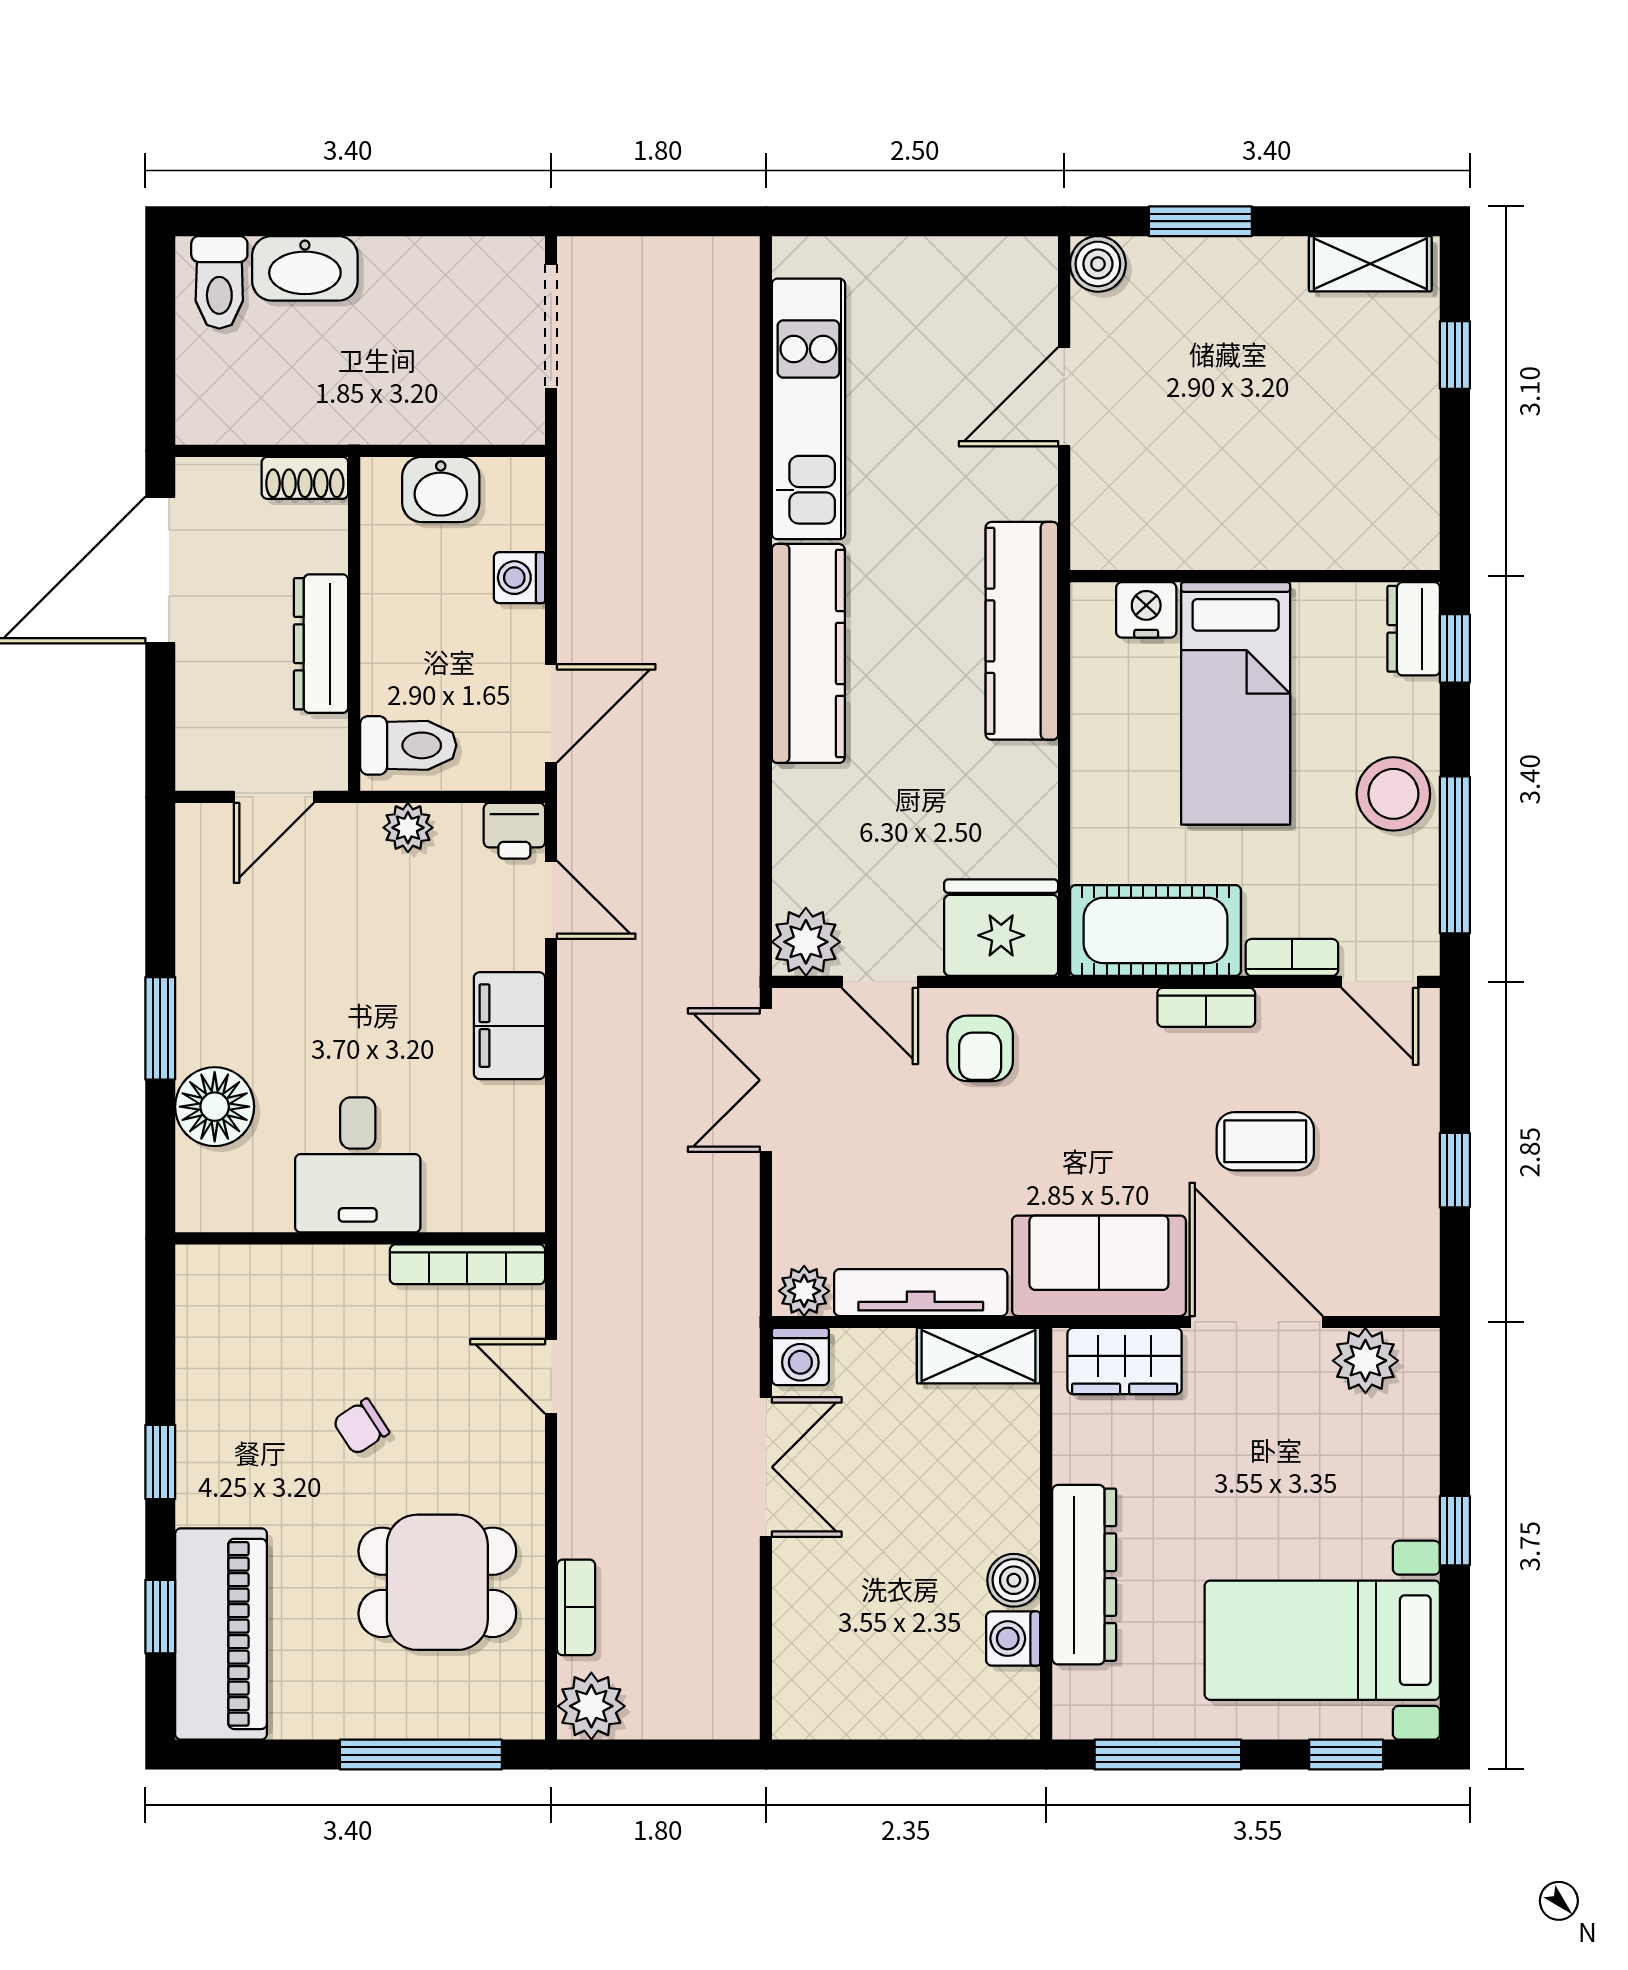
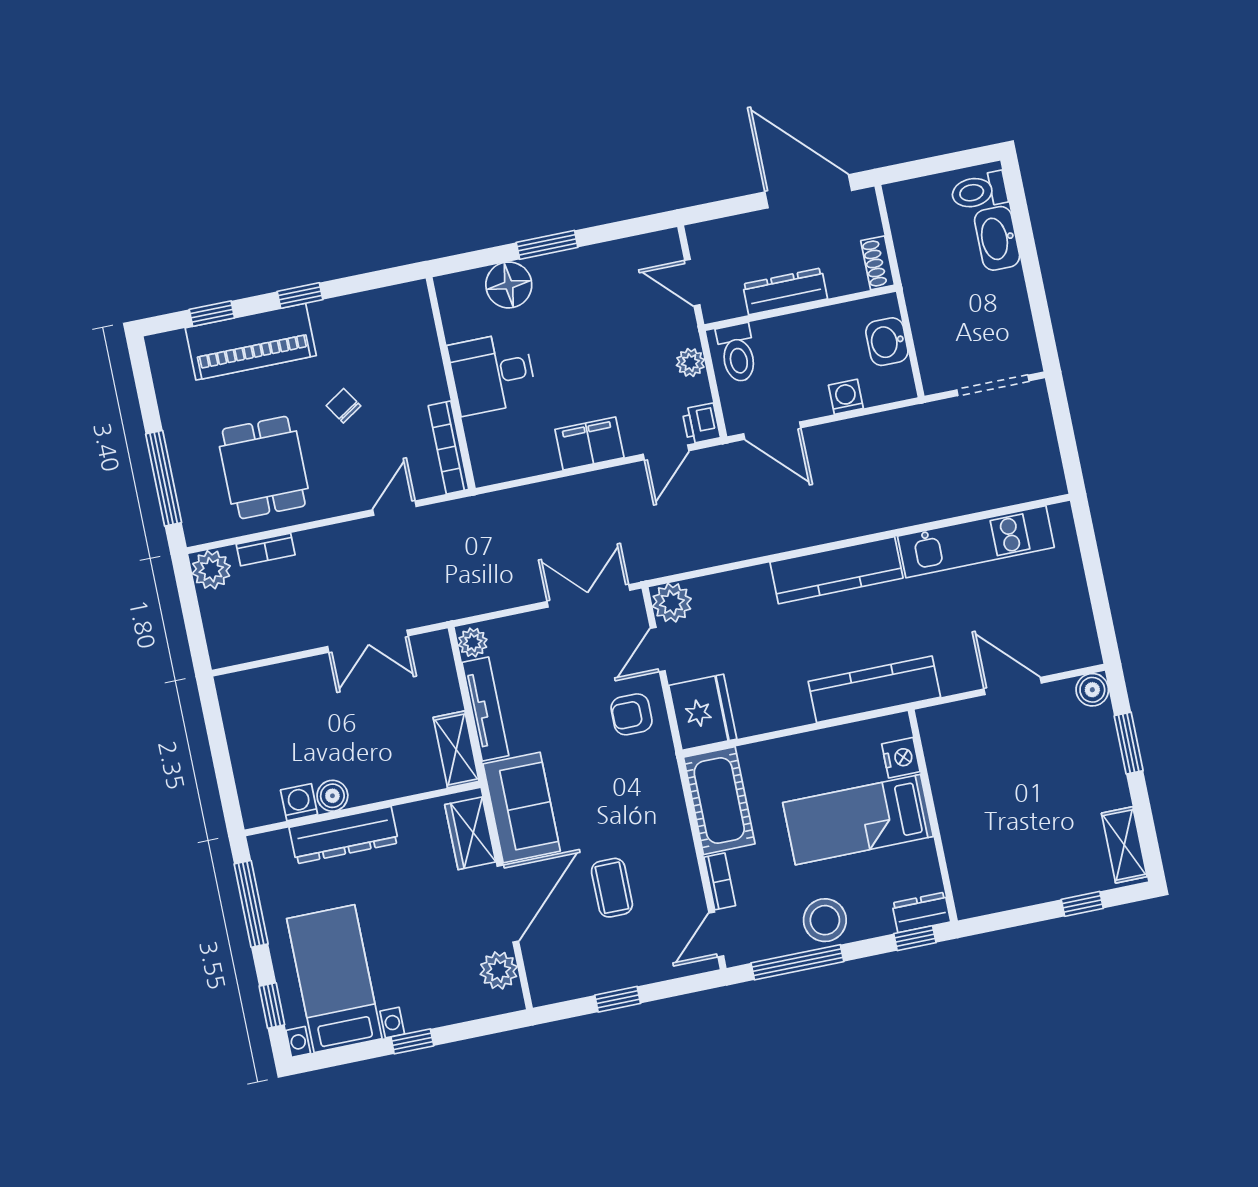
bookcase: (1206, 1007) -> (681, 838), removed
washing machine: (800, 1357) -> (435, 648), removed
piano: (221, 1634) -> (251, 342), moved

